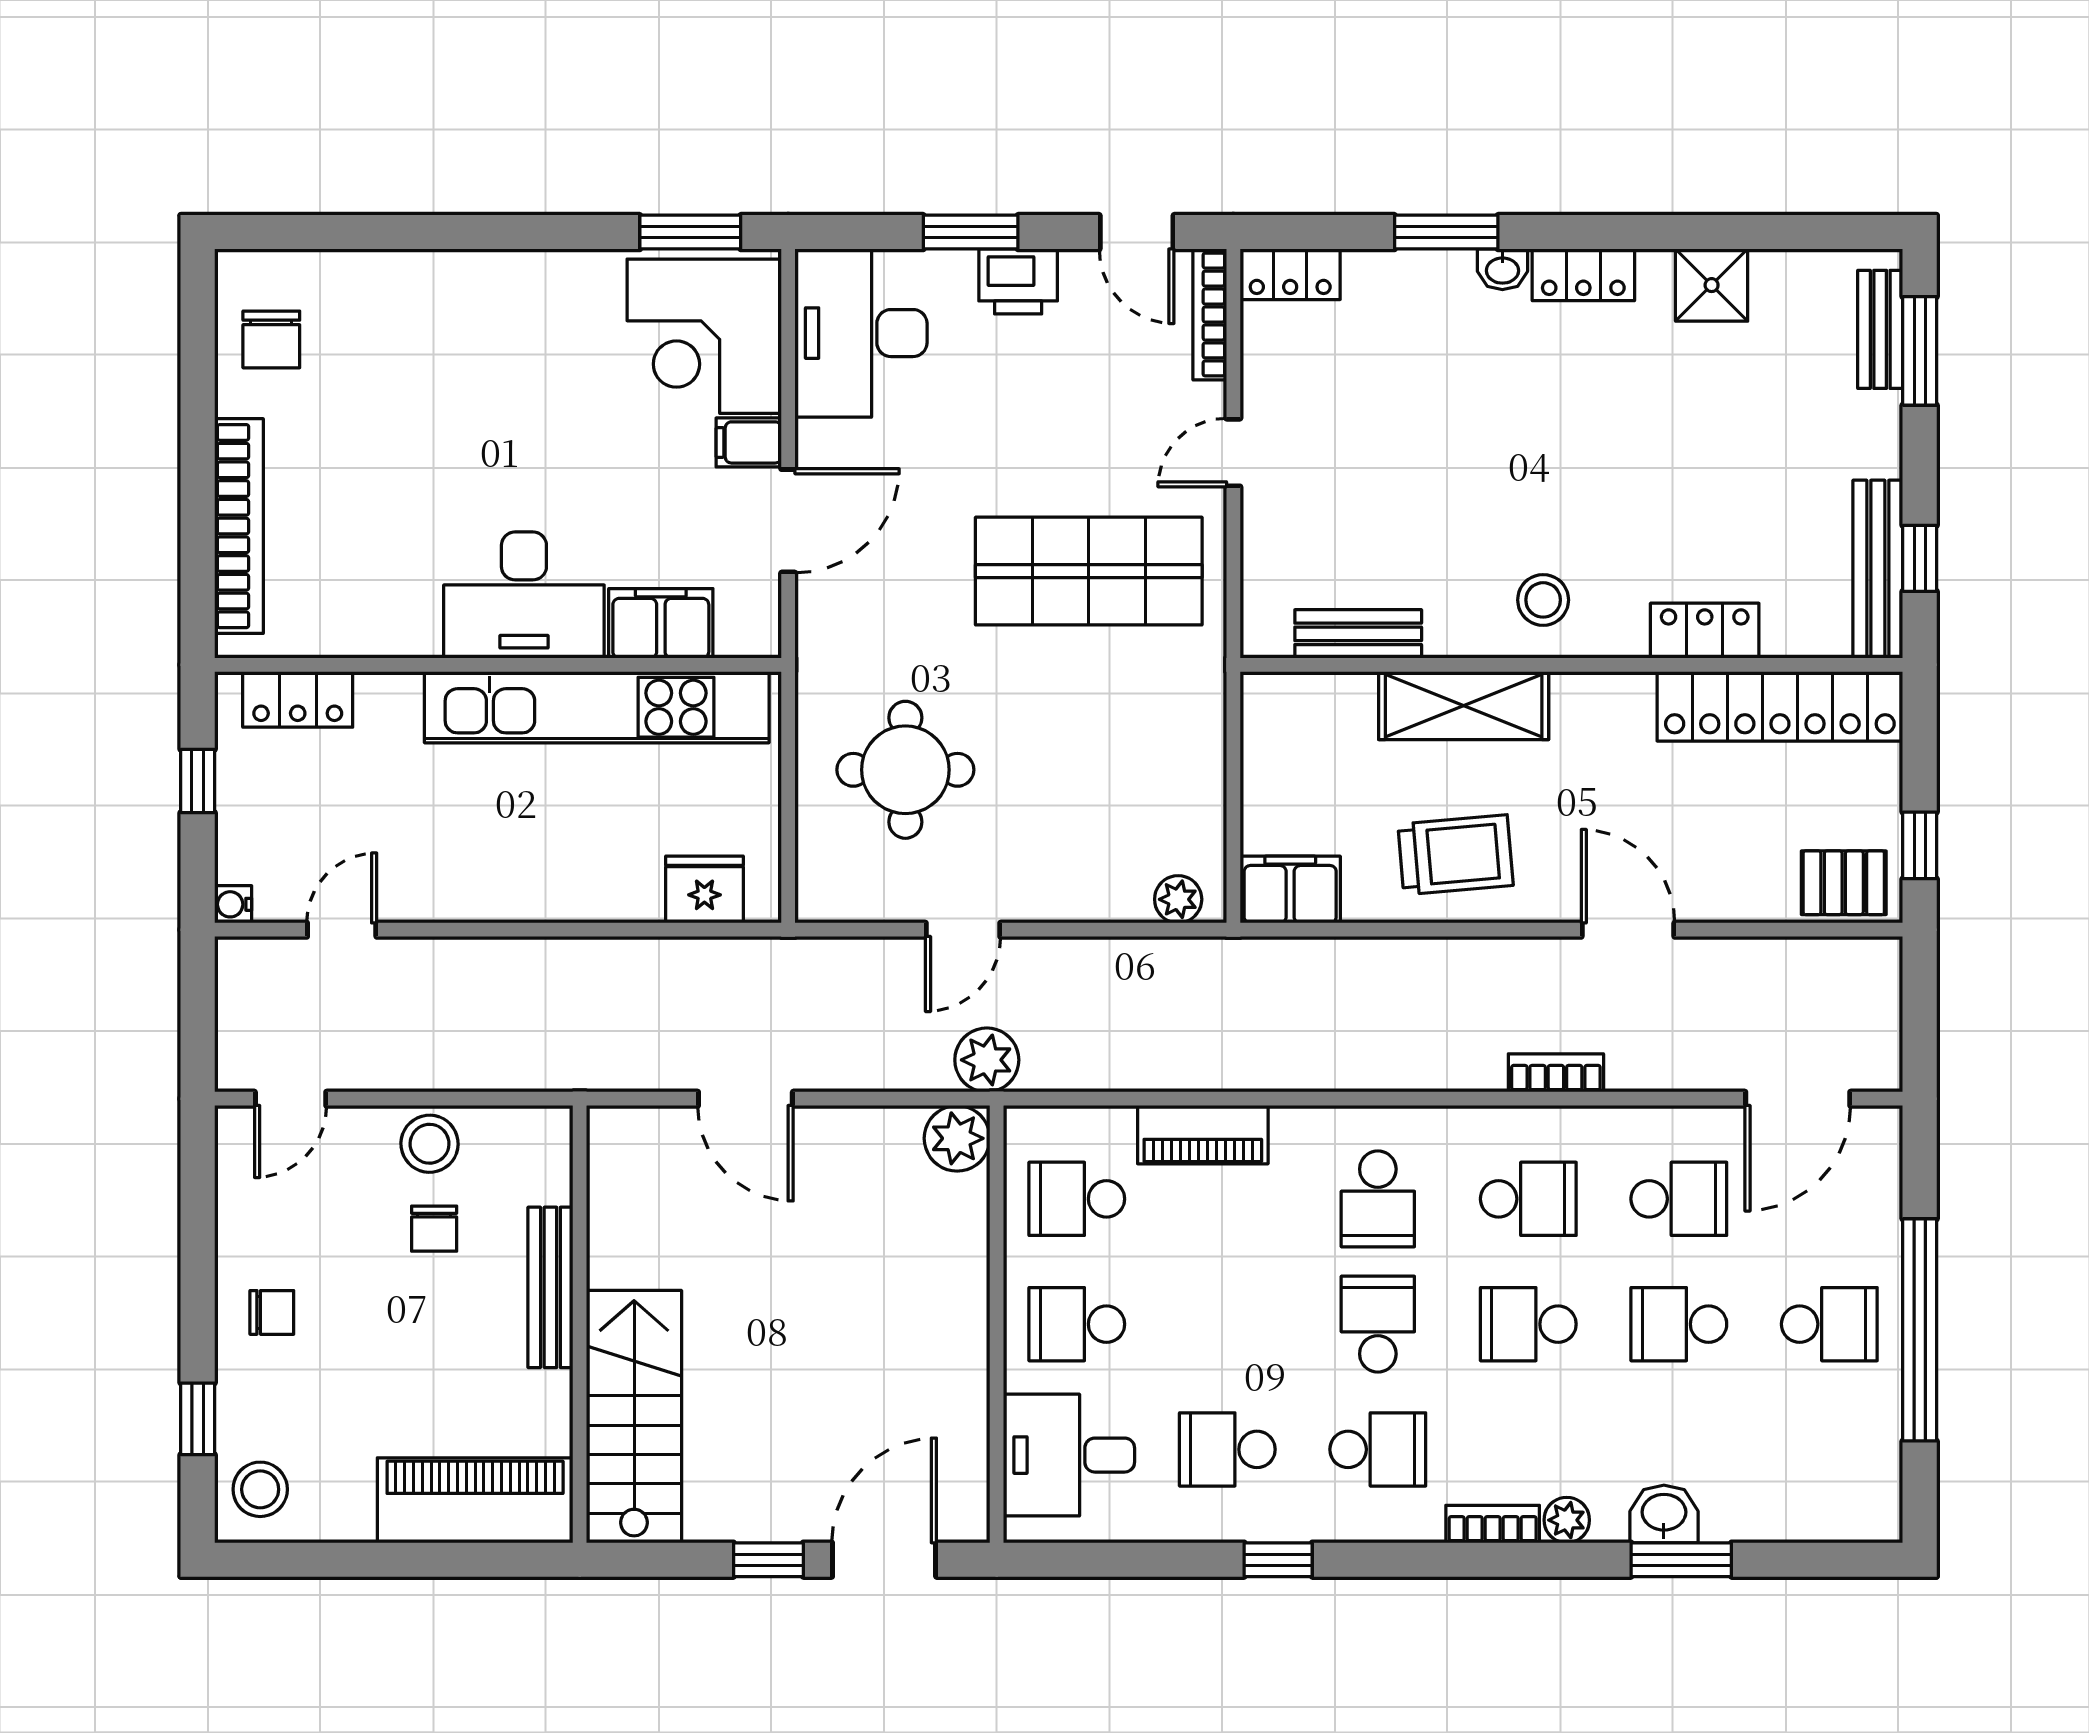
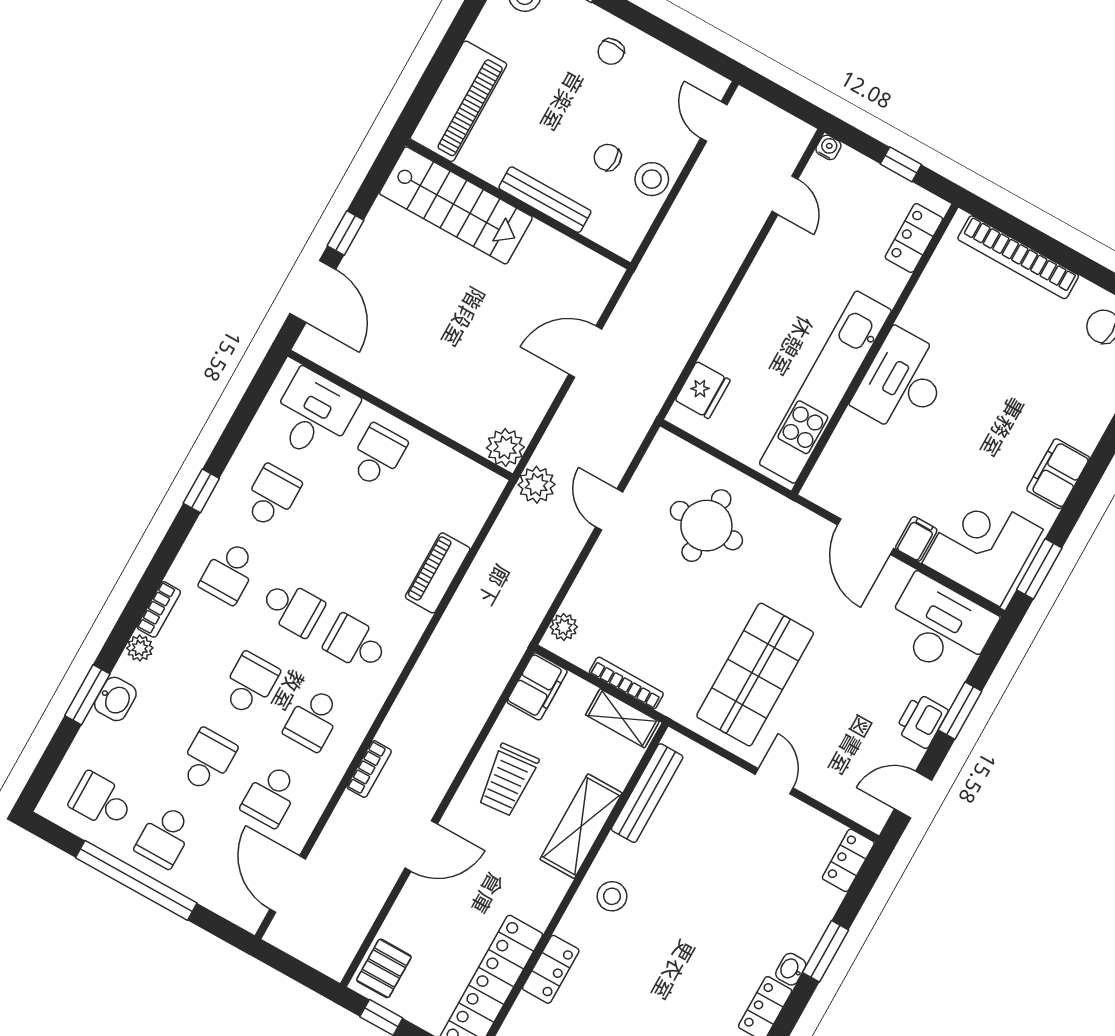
bookcase: (1210, 314) -> (626, 683), moved
filing cabinet: (661, 623) -> (1058, 474), moved, turned 180
bench: (1358, 634) -> (647, 793), width x1.36
shelving: (1266, 734) -> (622, 718), added
school desk: (1077, 1199) -> (101, 801), moved, turned -90

